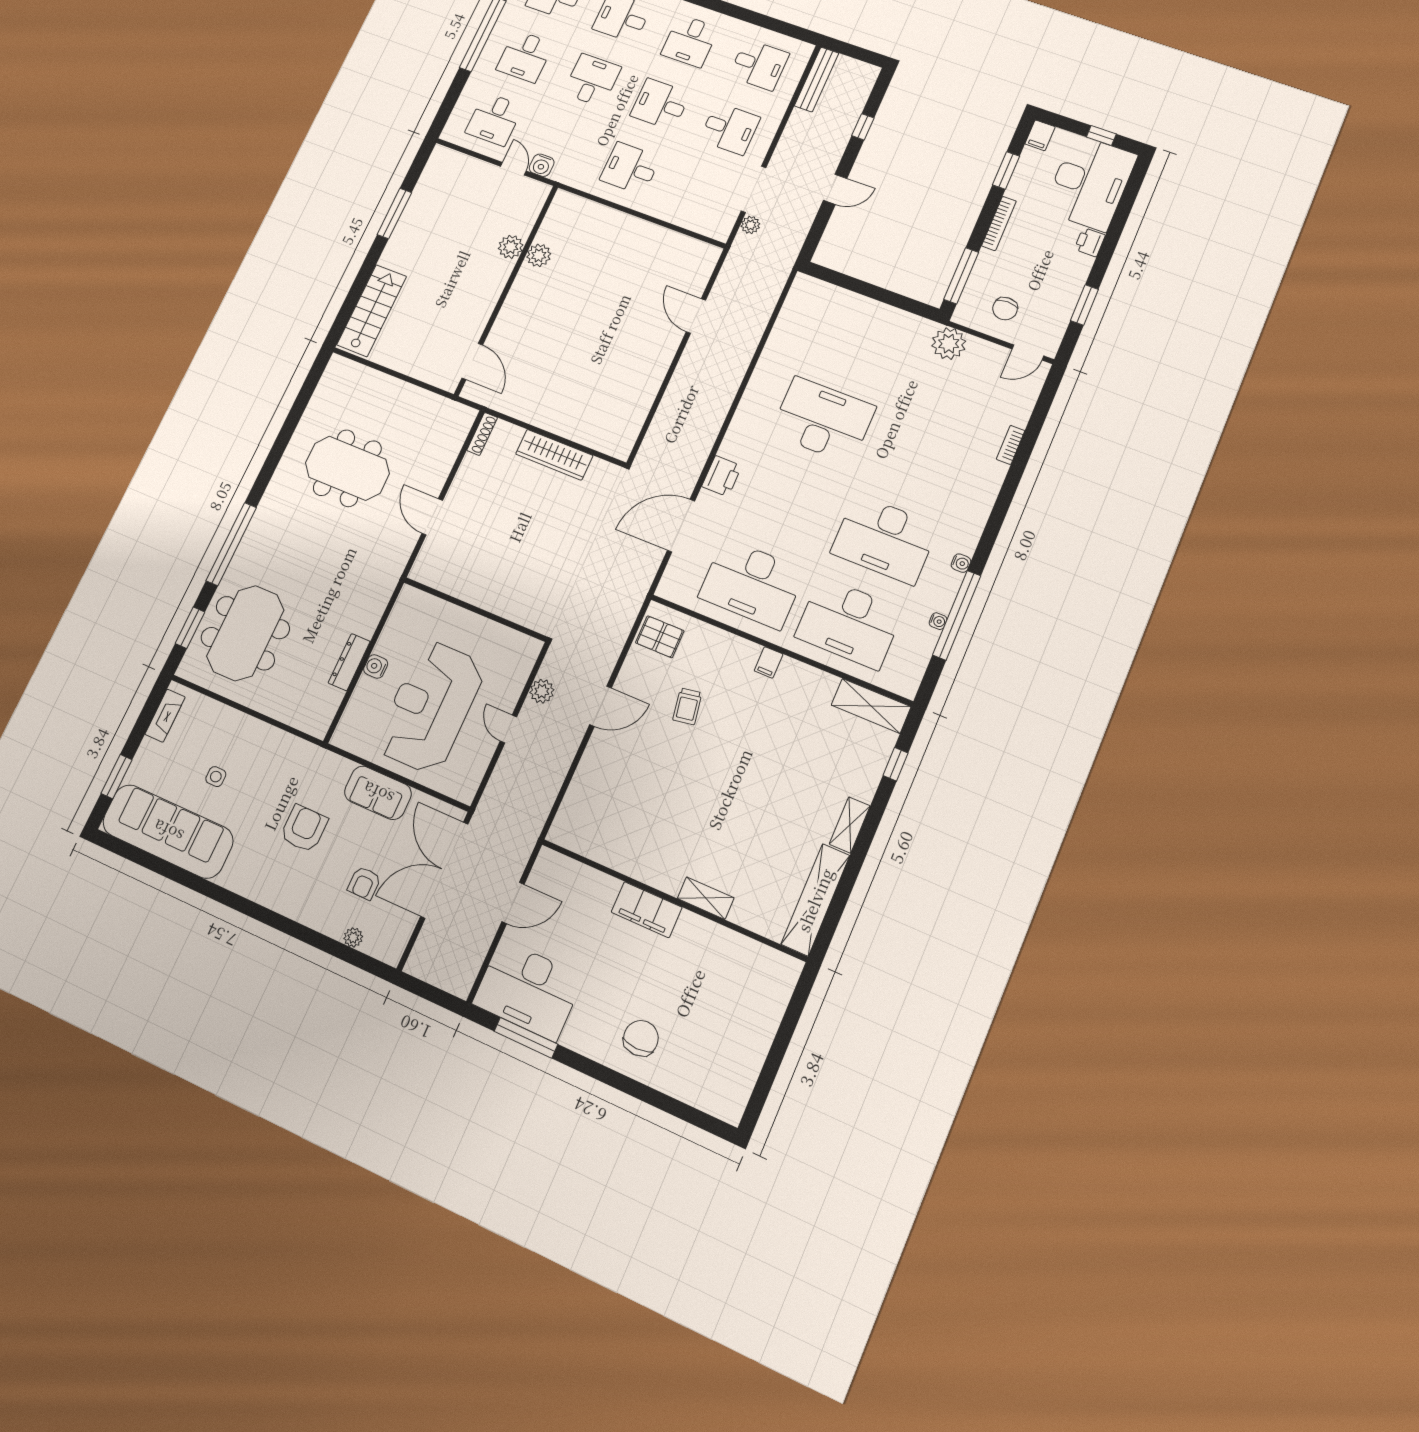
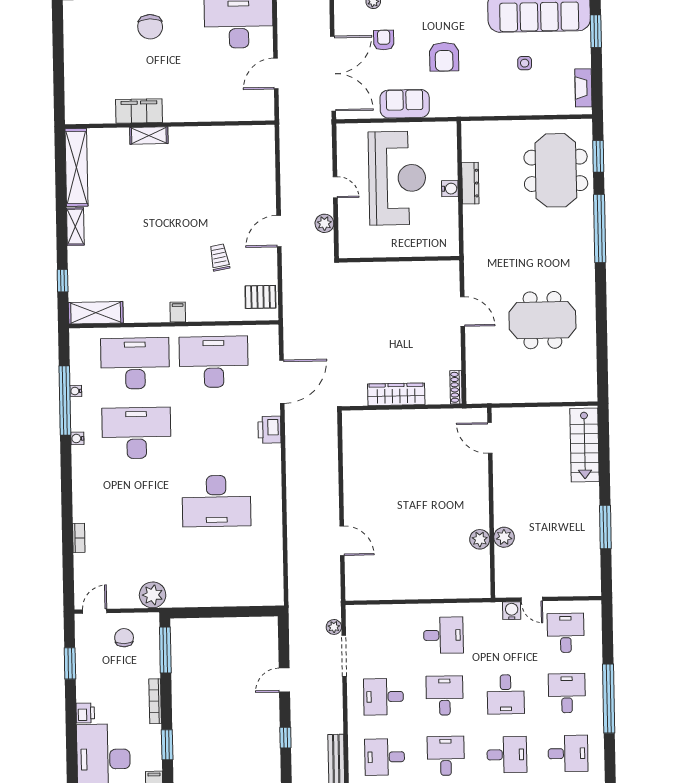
desk: (660, 104) -> (445, 696), turned -90
filing cabinet: (647, 910) -> (139, 111), moved

